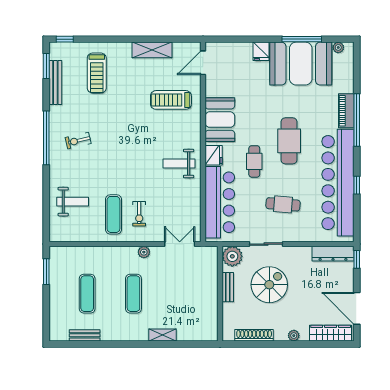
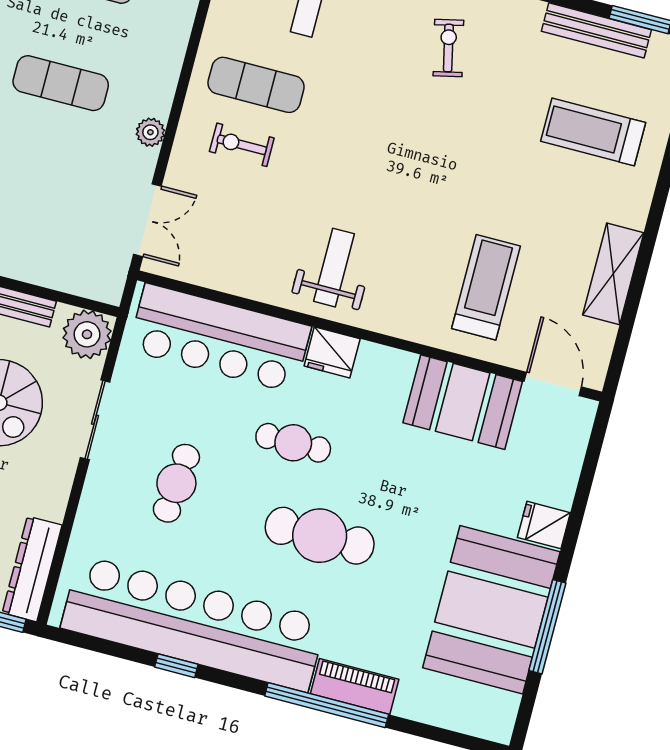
plant: (338, 47) -> (506, 706), removed
booth: (220, 120) -> (463, 402), moved

